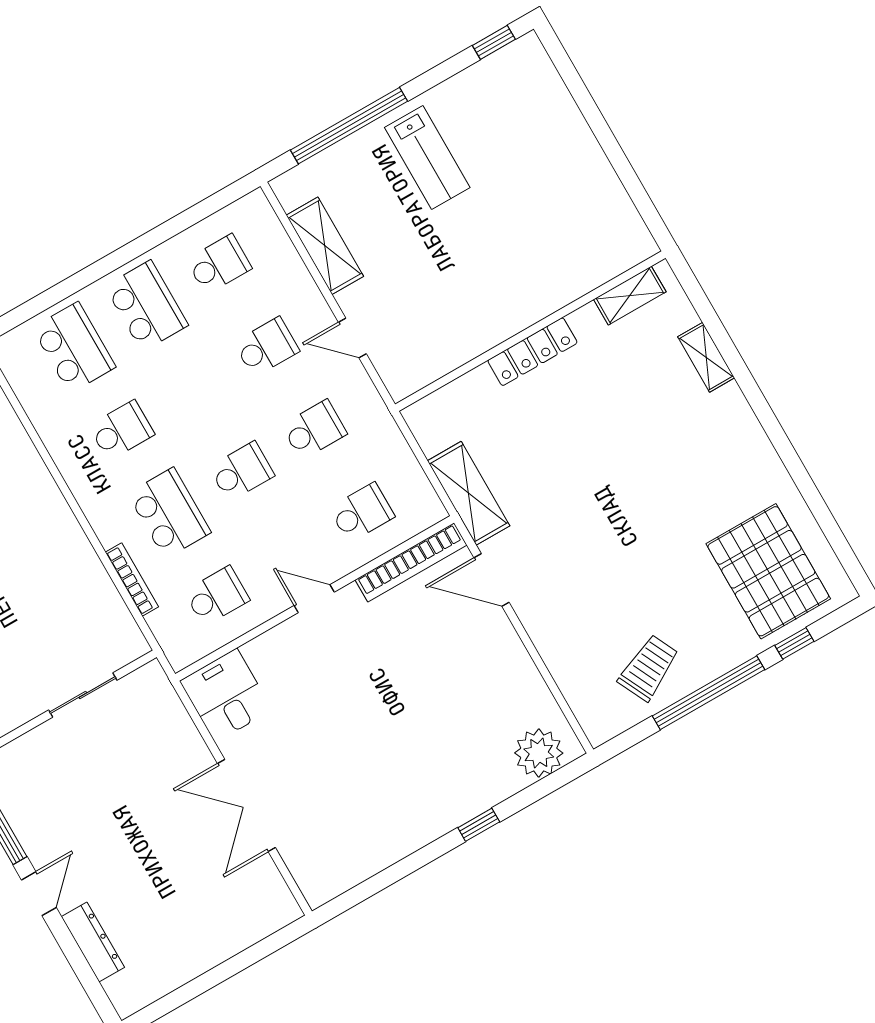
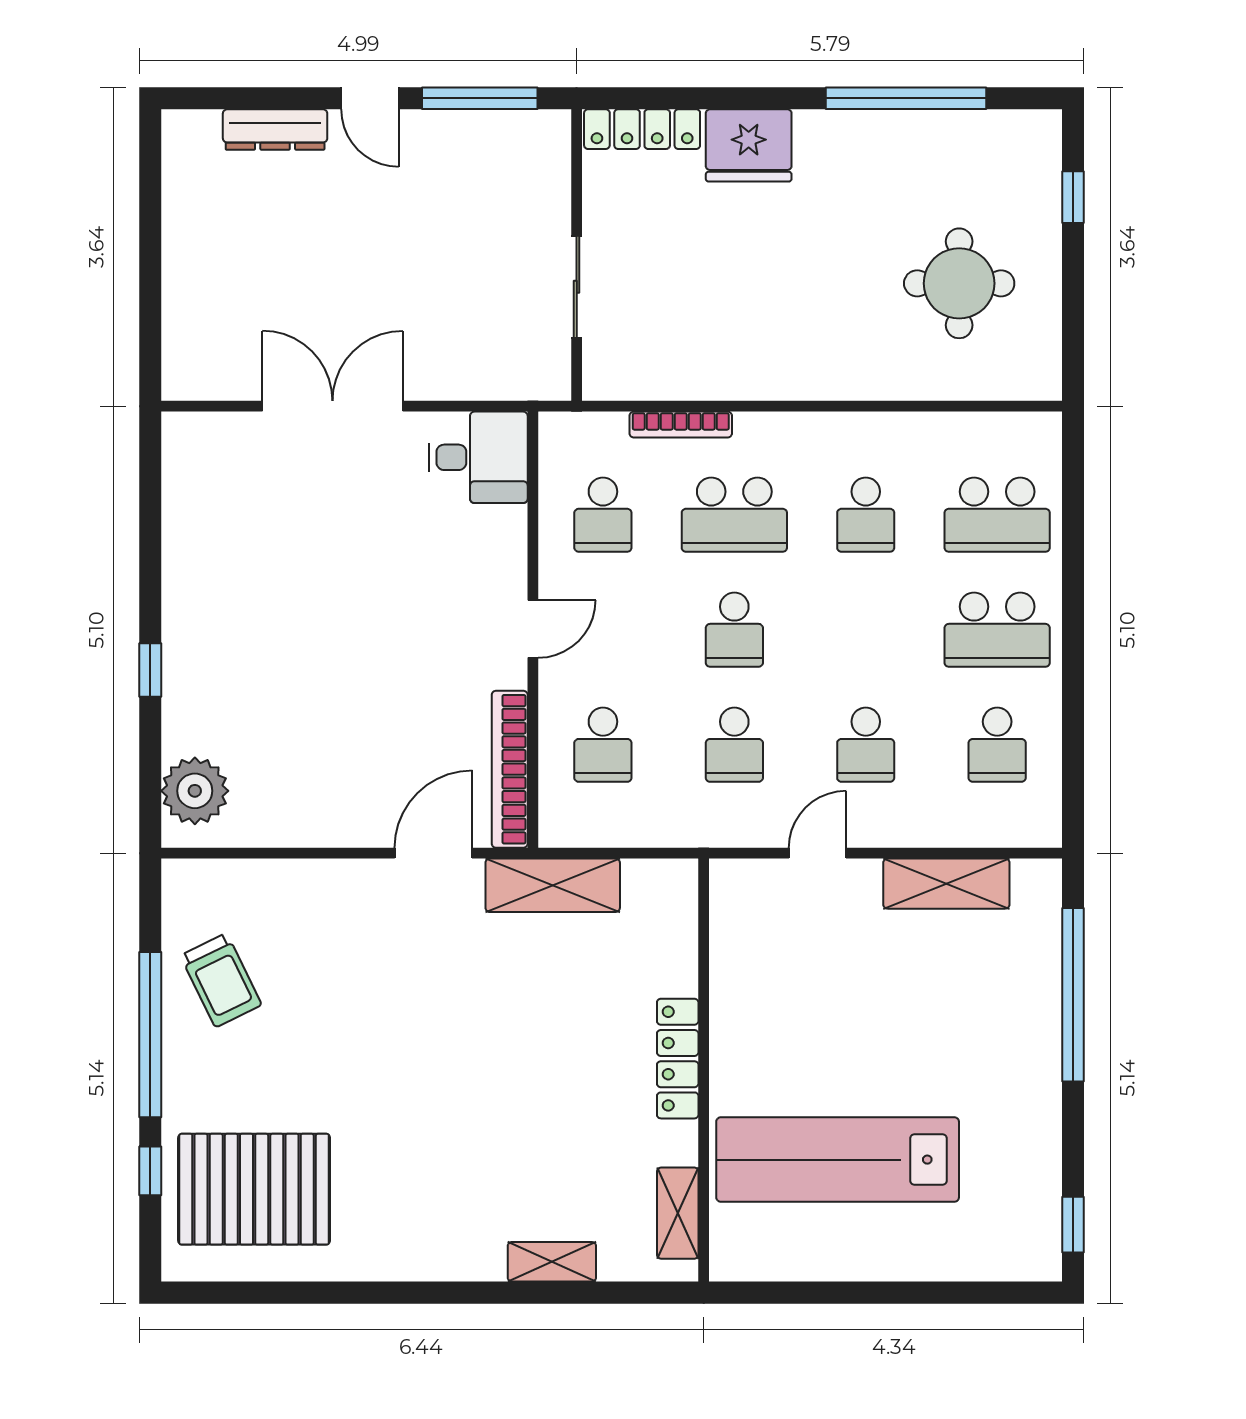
lab bench: (427, 157) -> (838, 1160), moved, width x1.86, depth x1.39

